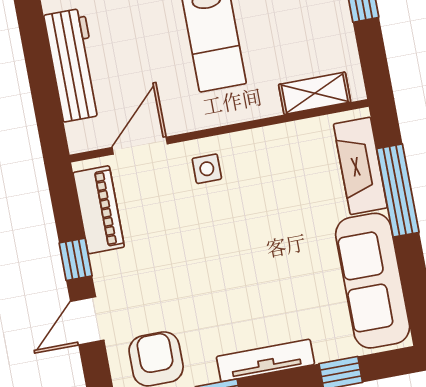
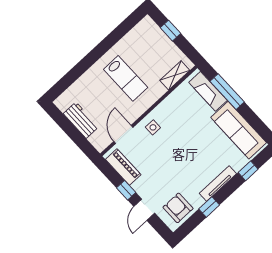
workbench: (74, 65) -> (81, 120), width x0.73

